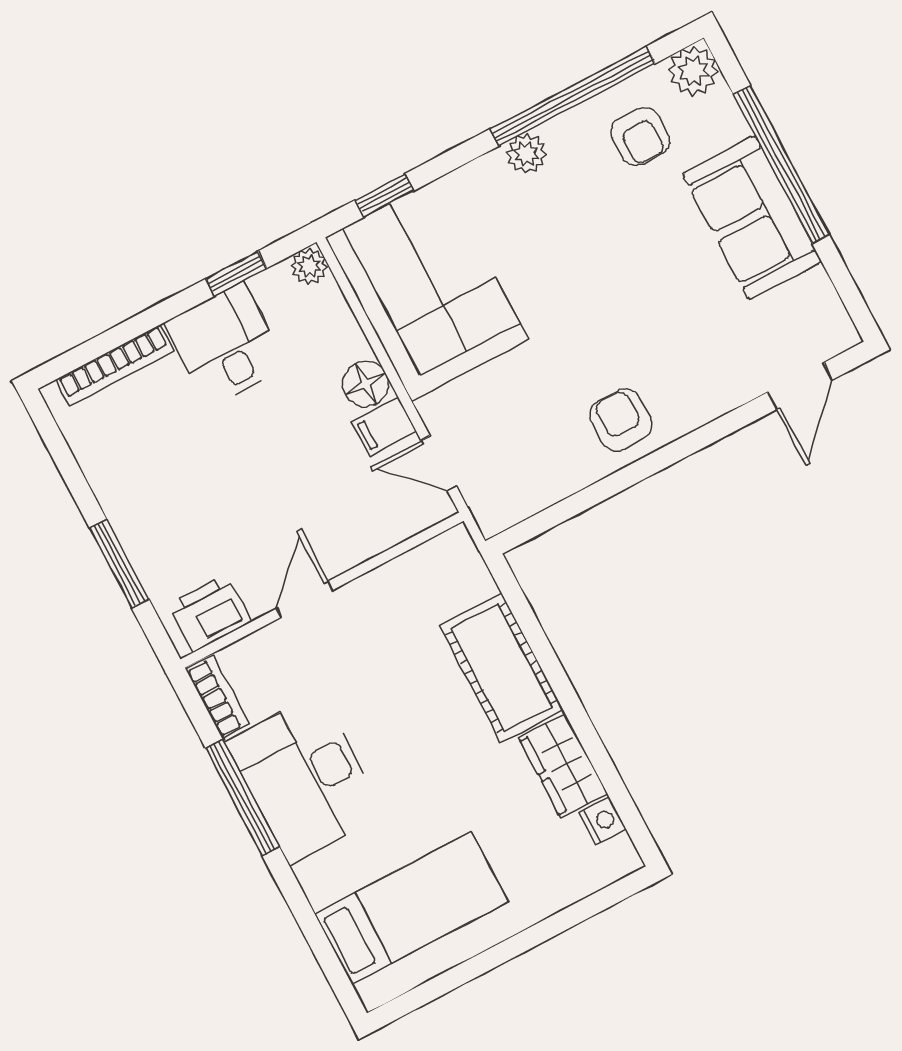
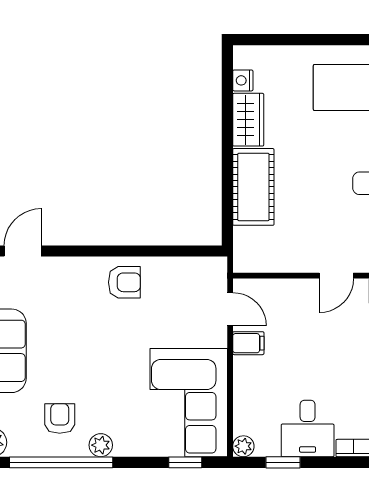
armchair: (640, 137) -> (60, 419), moved
floor lamp: (366, 384) -> (246, 370), removed
armchair: (621, 420) -> (124, 282), turned -90

